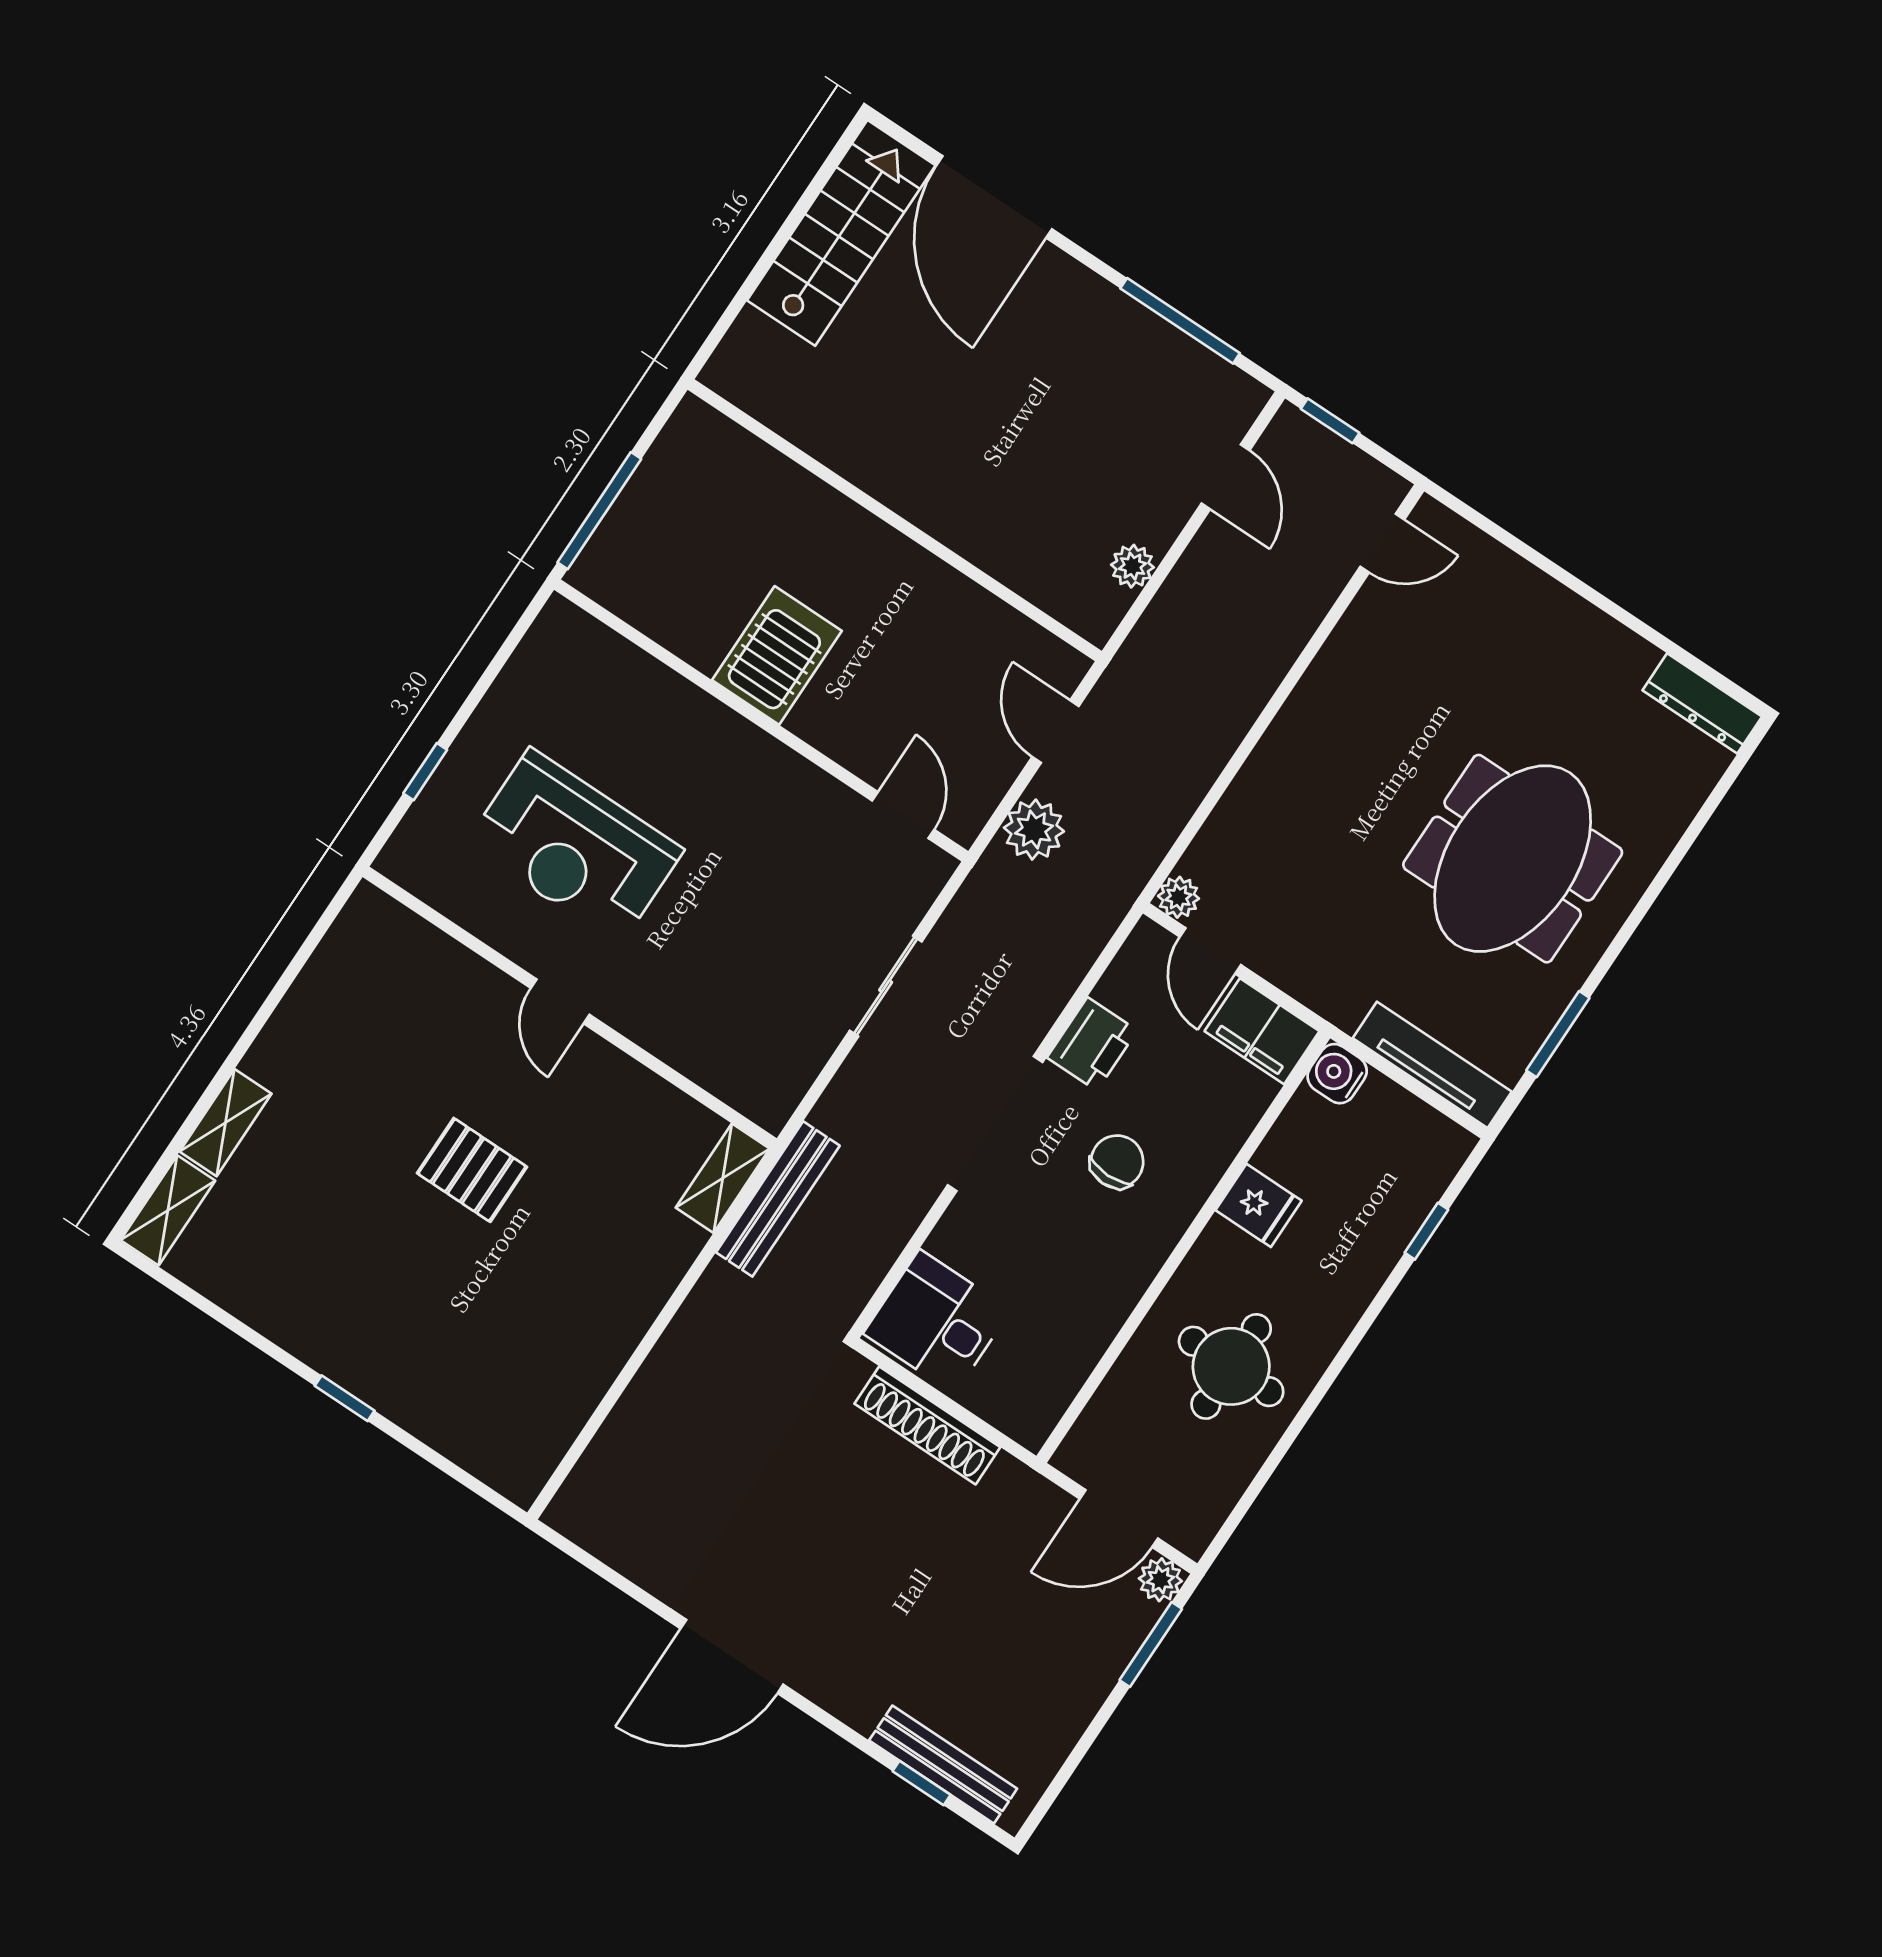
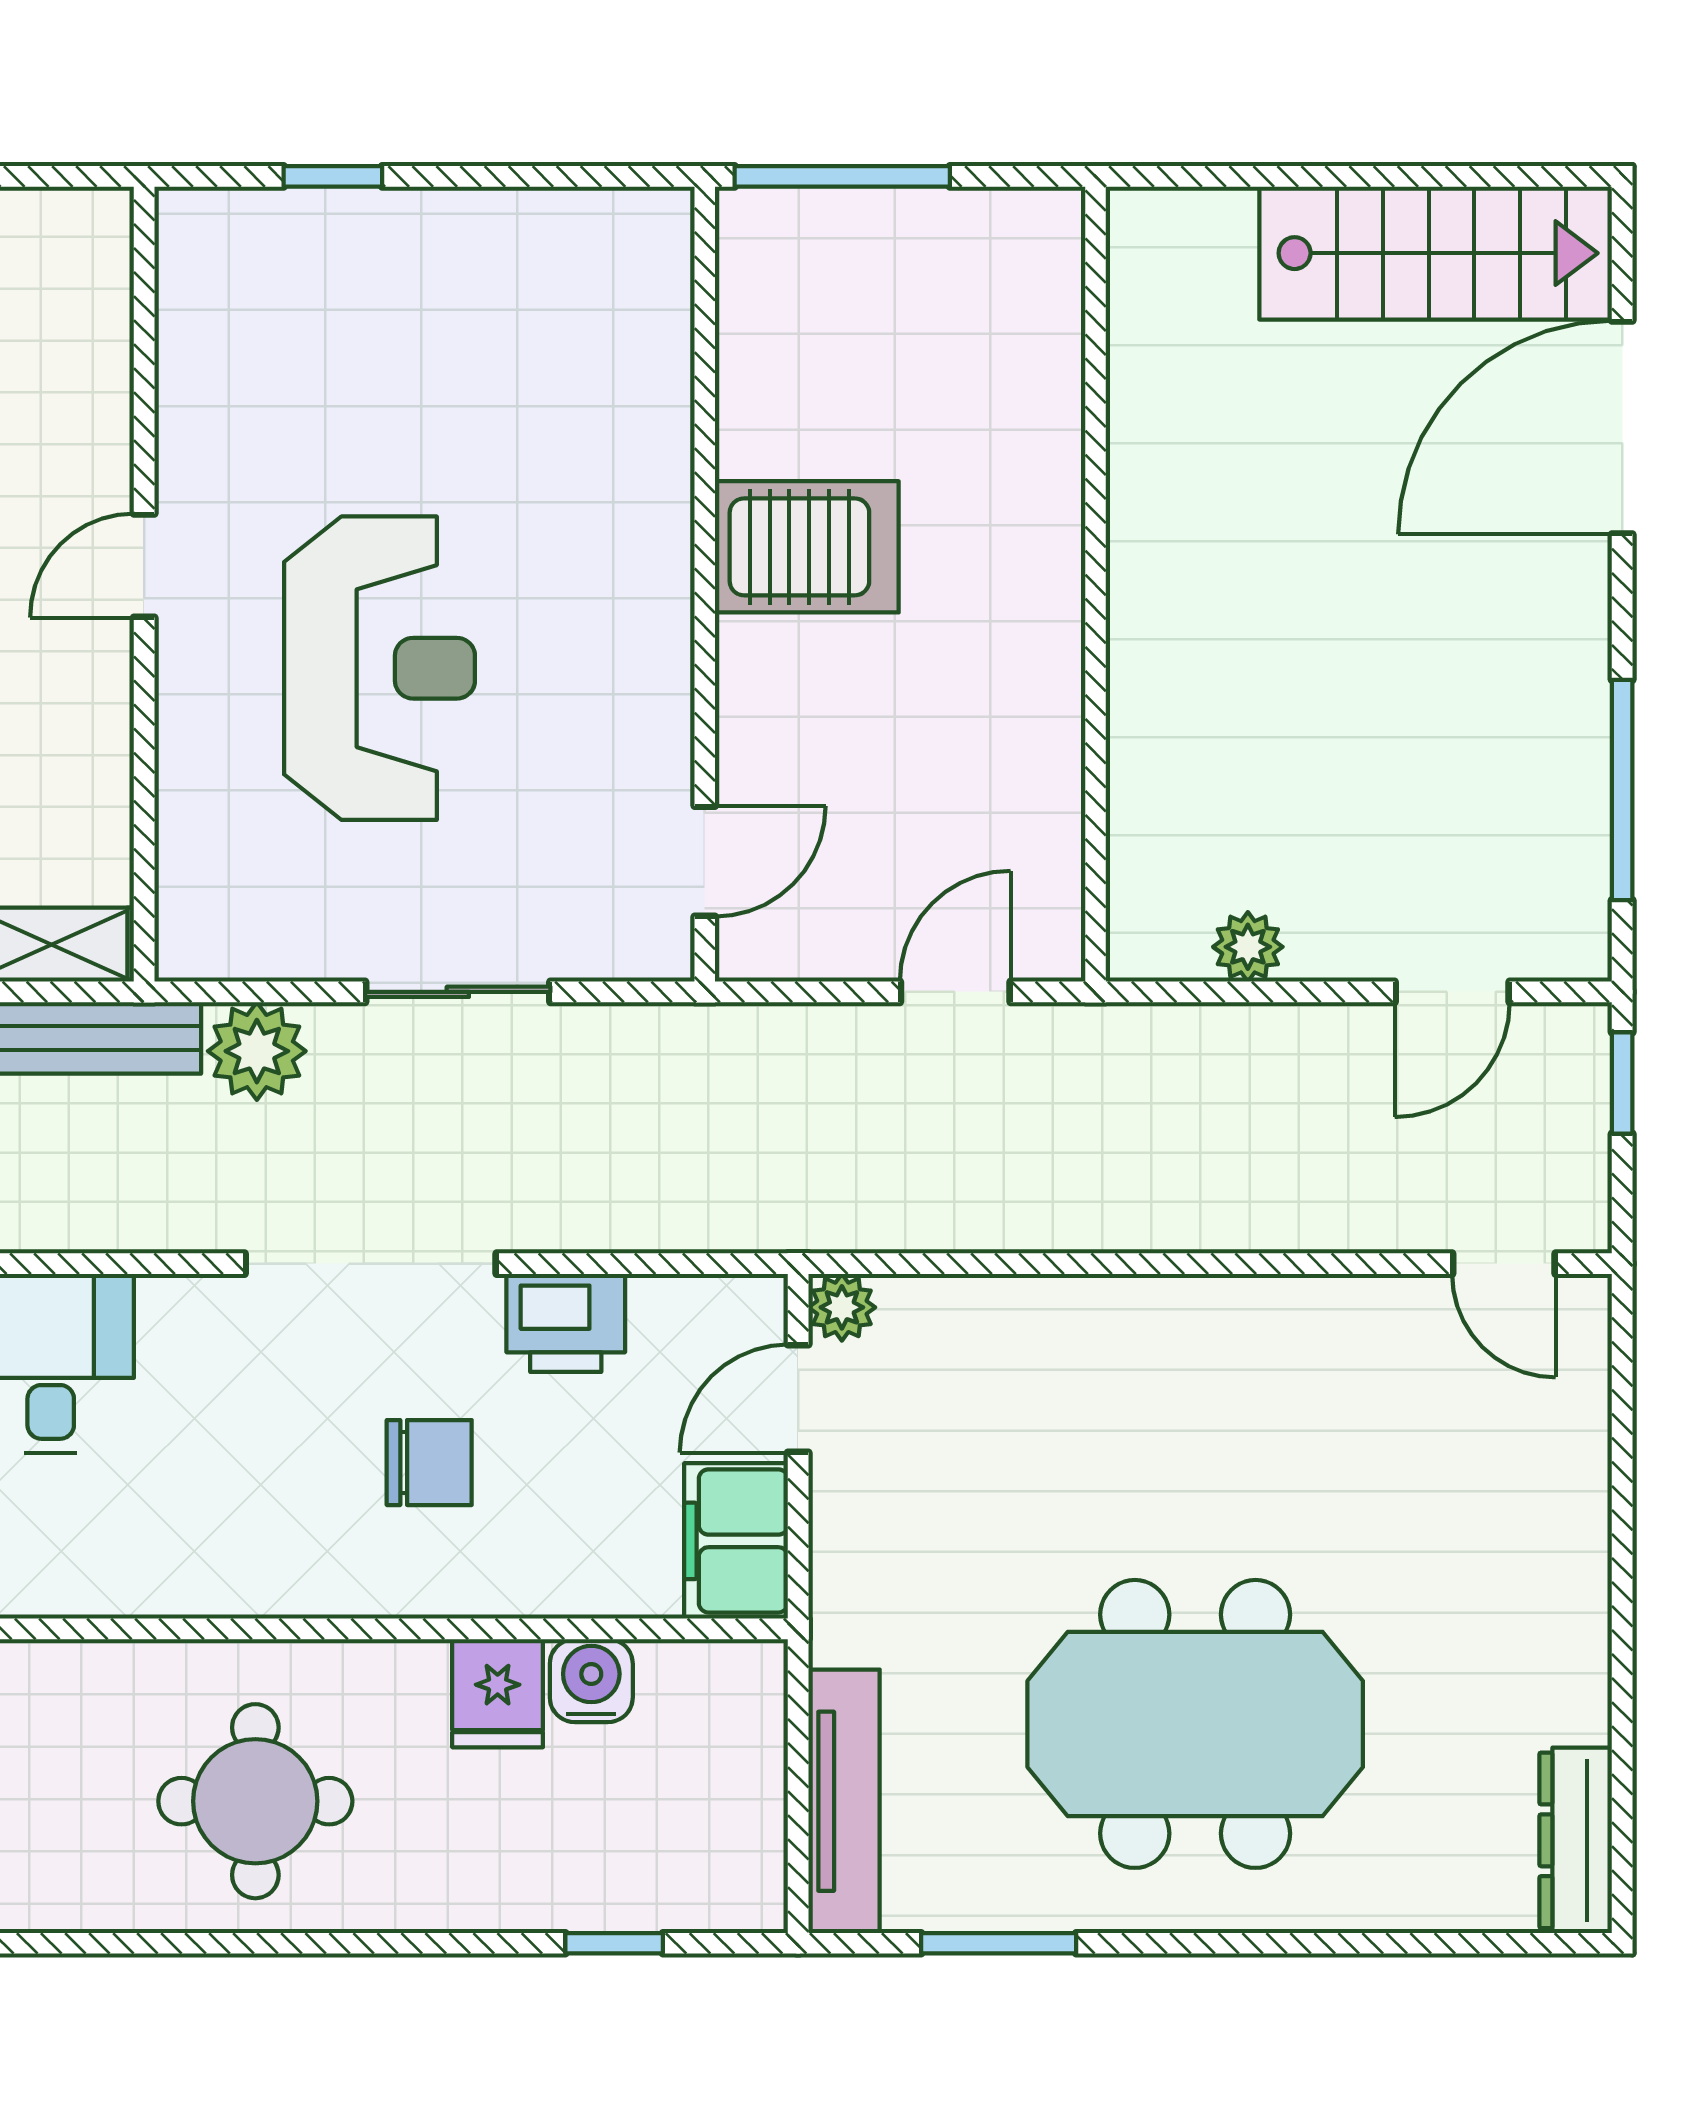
plant: (1034, 830) -> (257, 1051), moved
reception desk: (575, 847) -> (380, 668), moved, turned 180
water cooler: (1337, 1074) -> (591, 1681), moved

